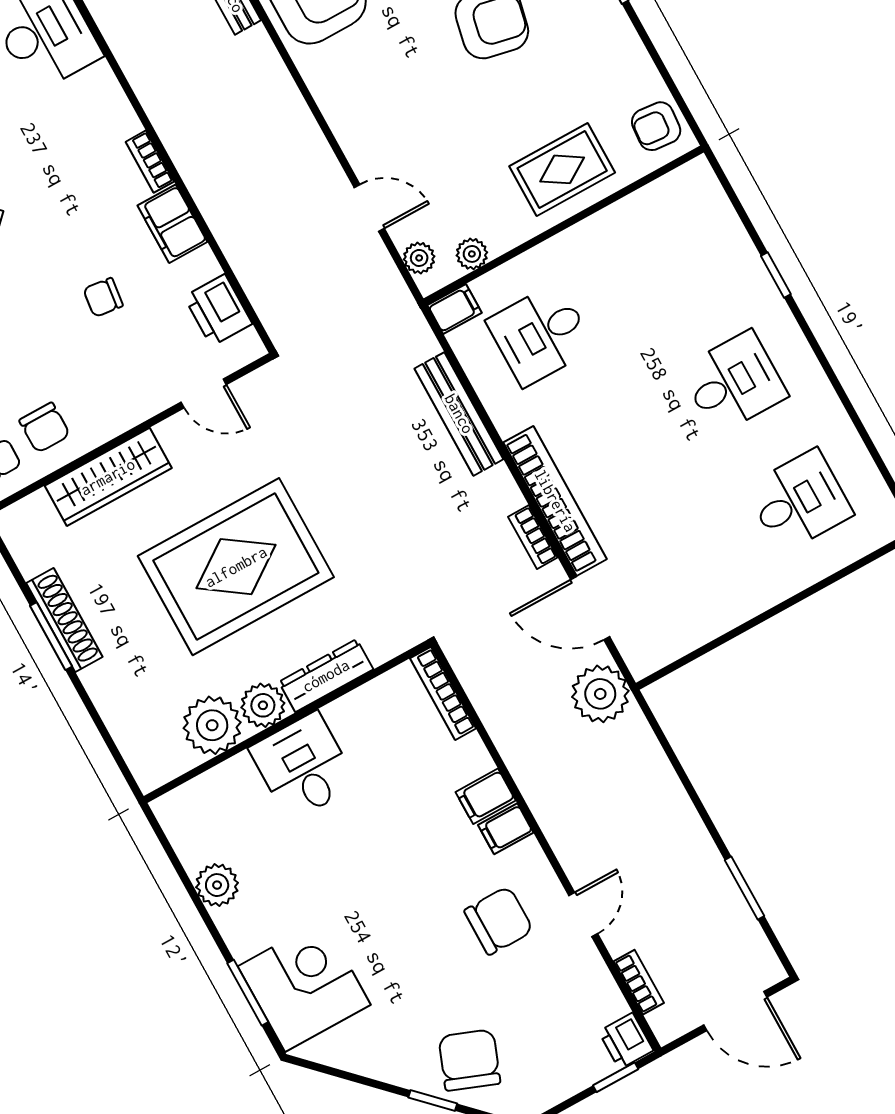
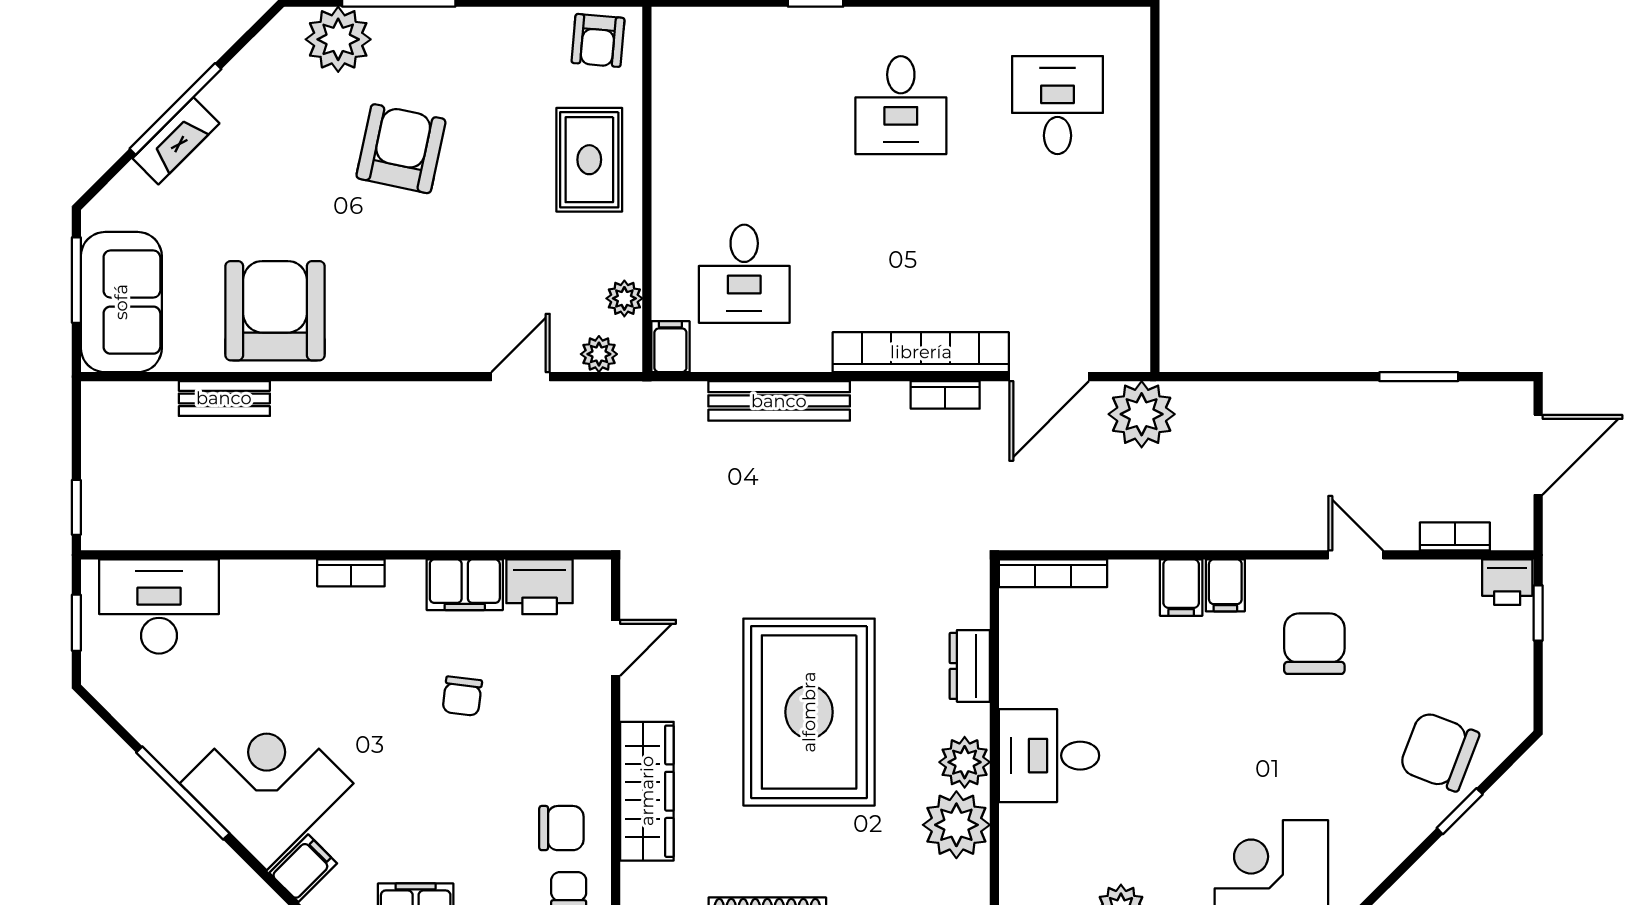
filing cabinet: (172, 224) -> (465, 585), moved
desk: (734, 382) -> (901, 105), turned 180
dresser: (326, 676) -> (970, 666), width x0.70

